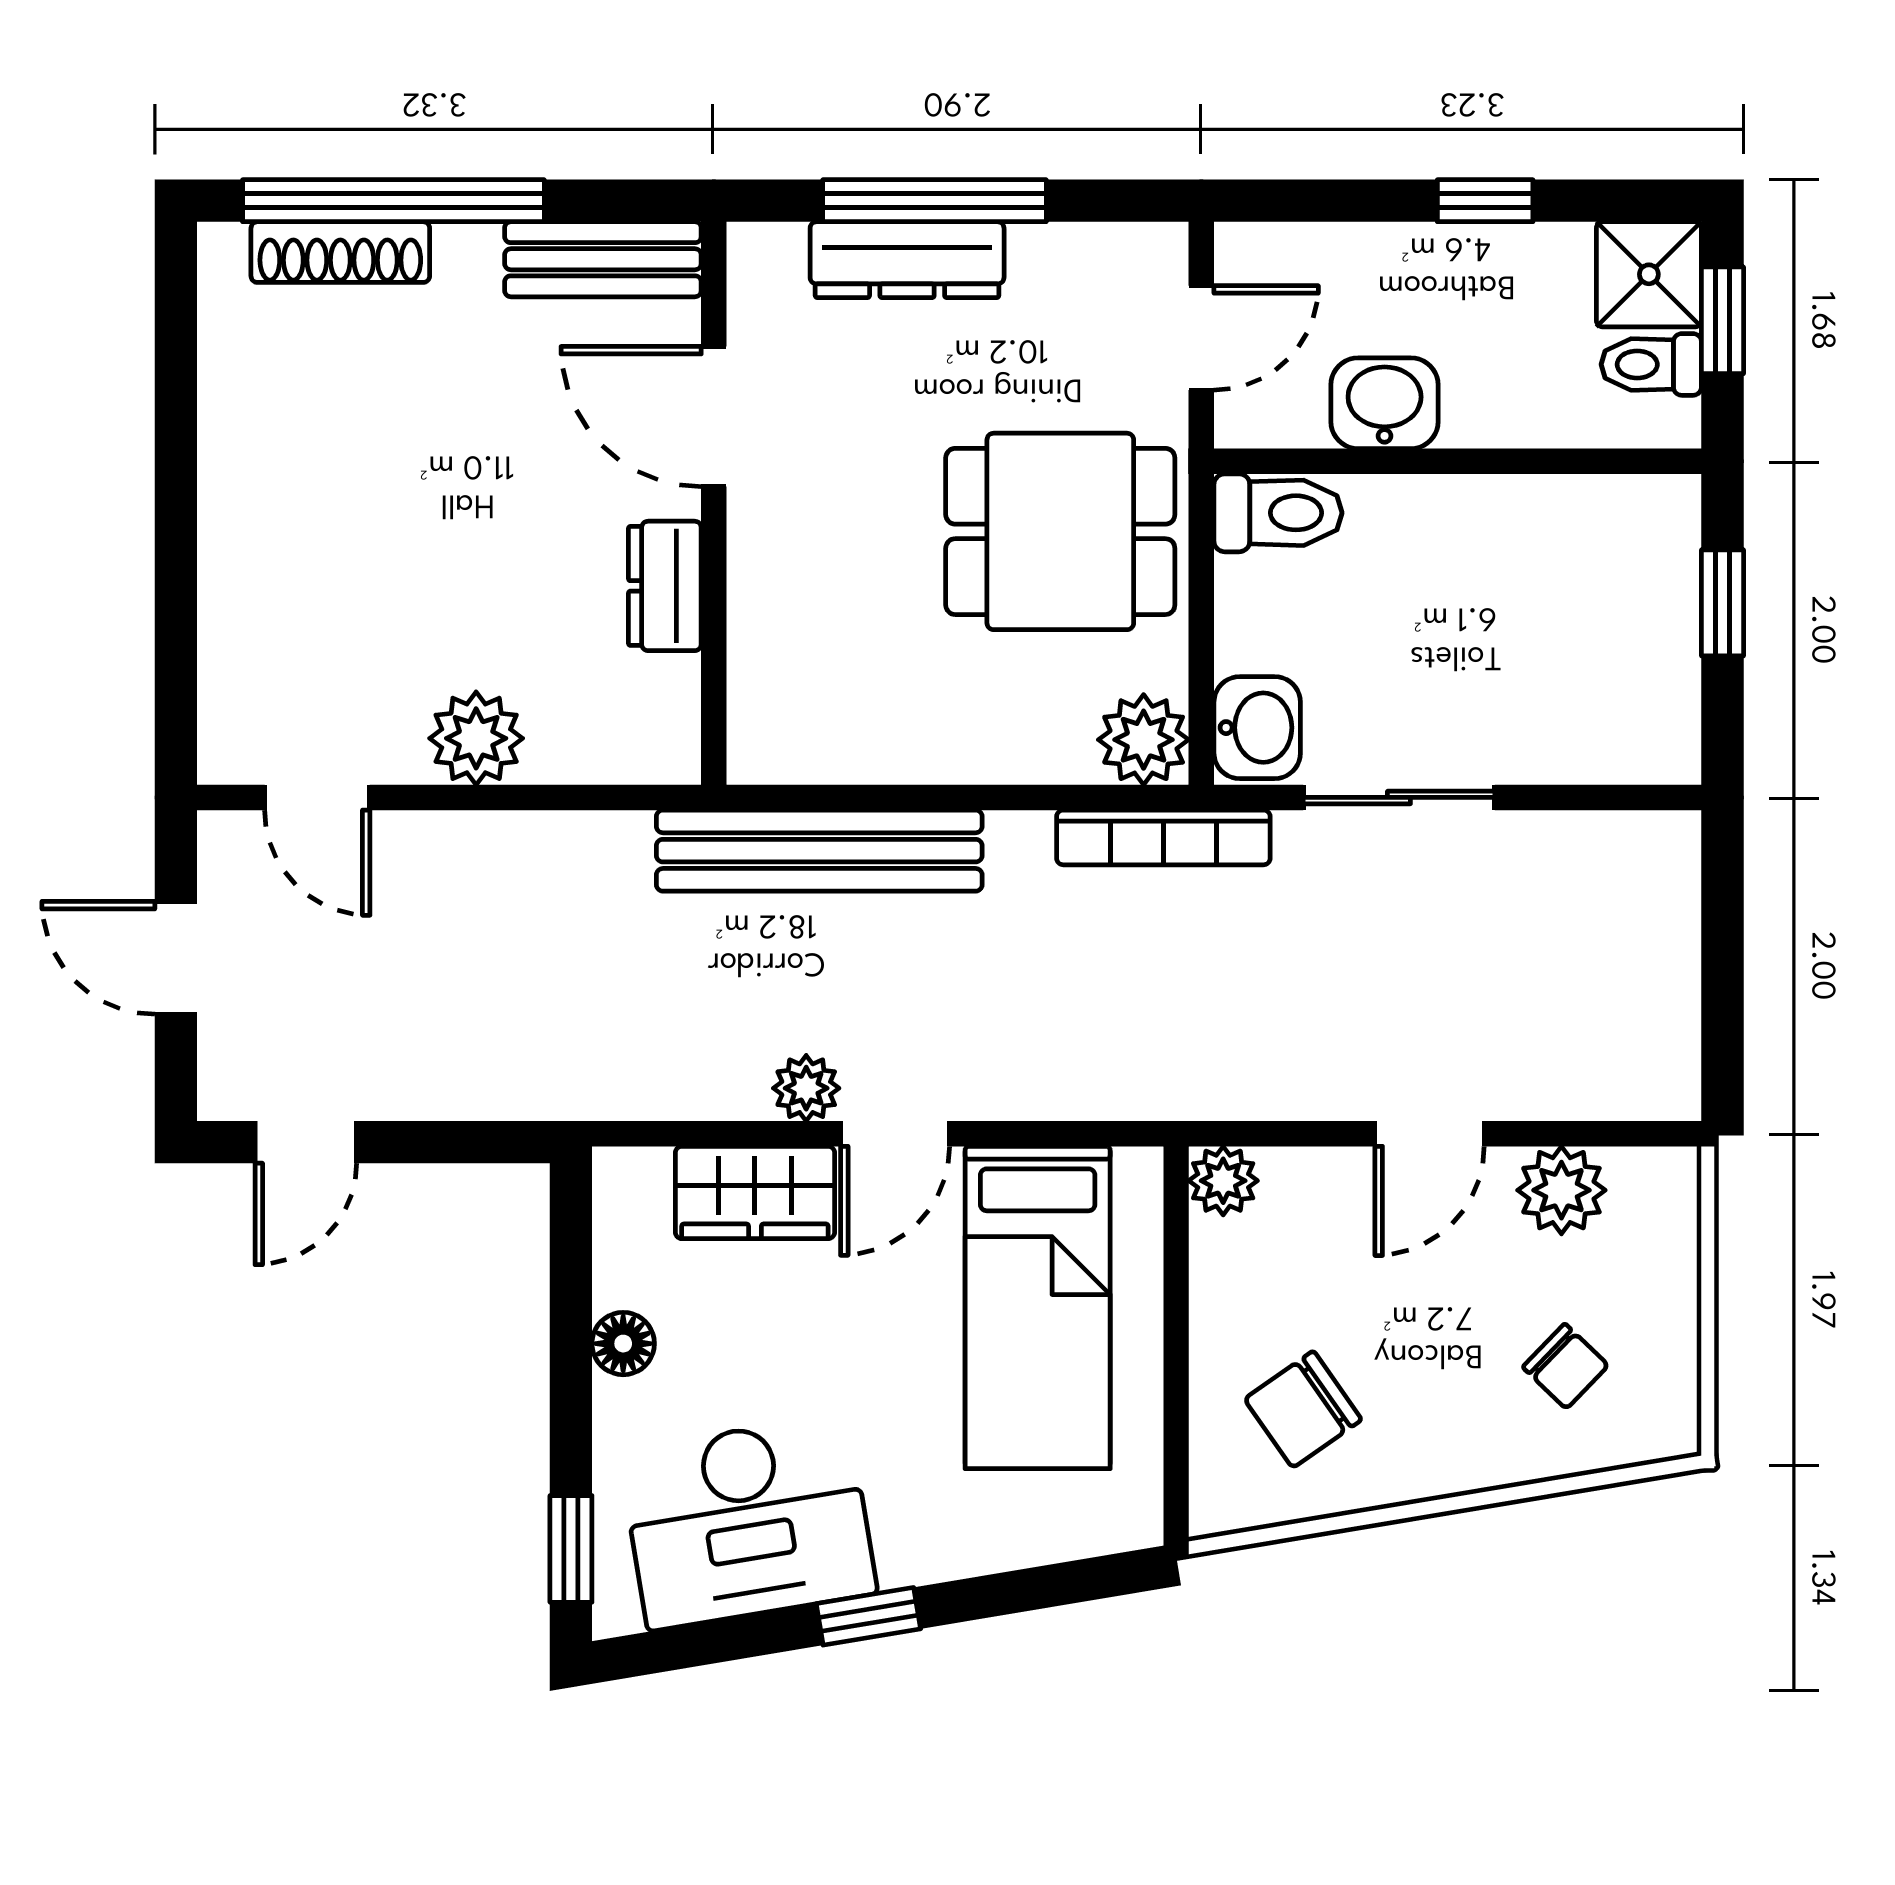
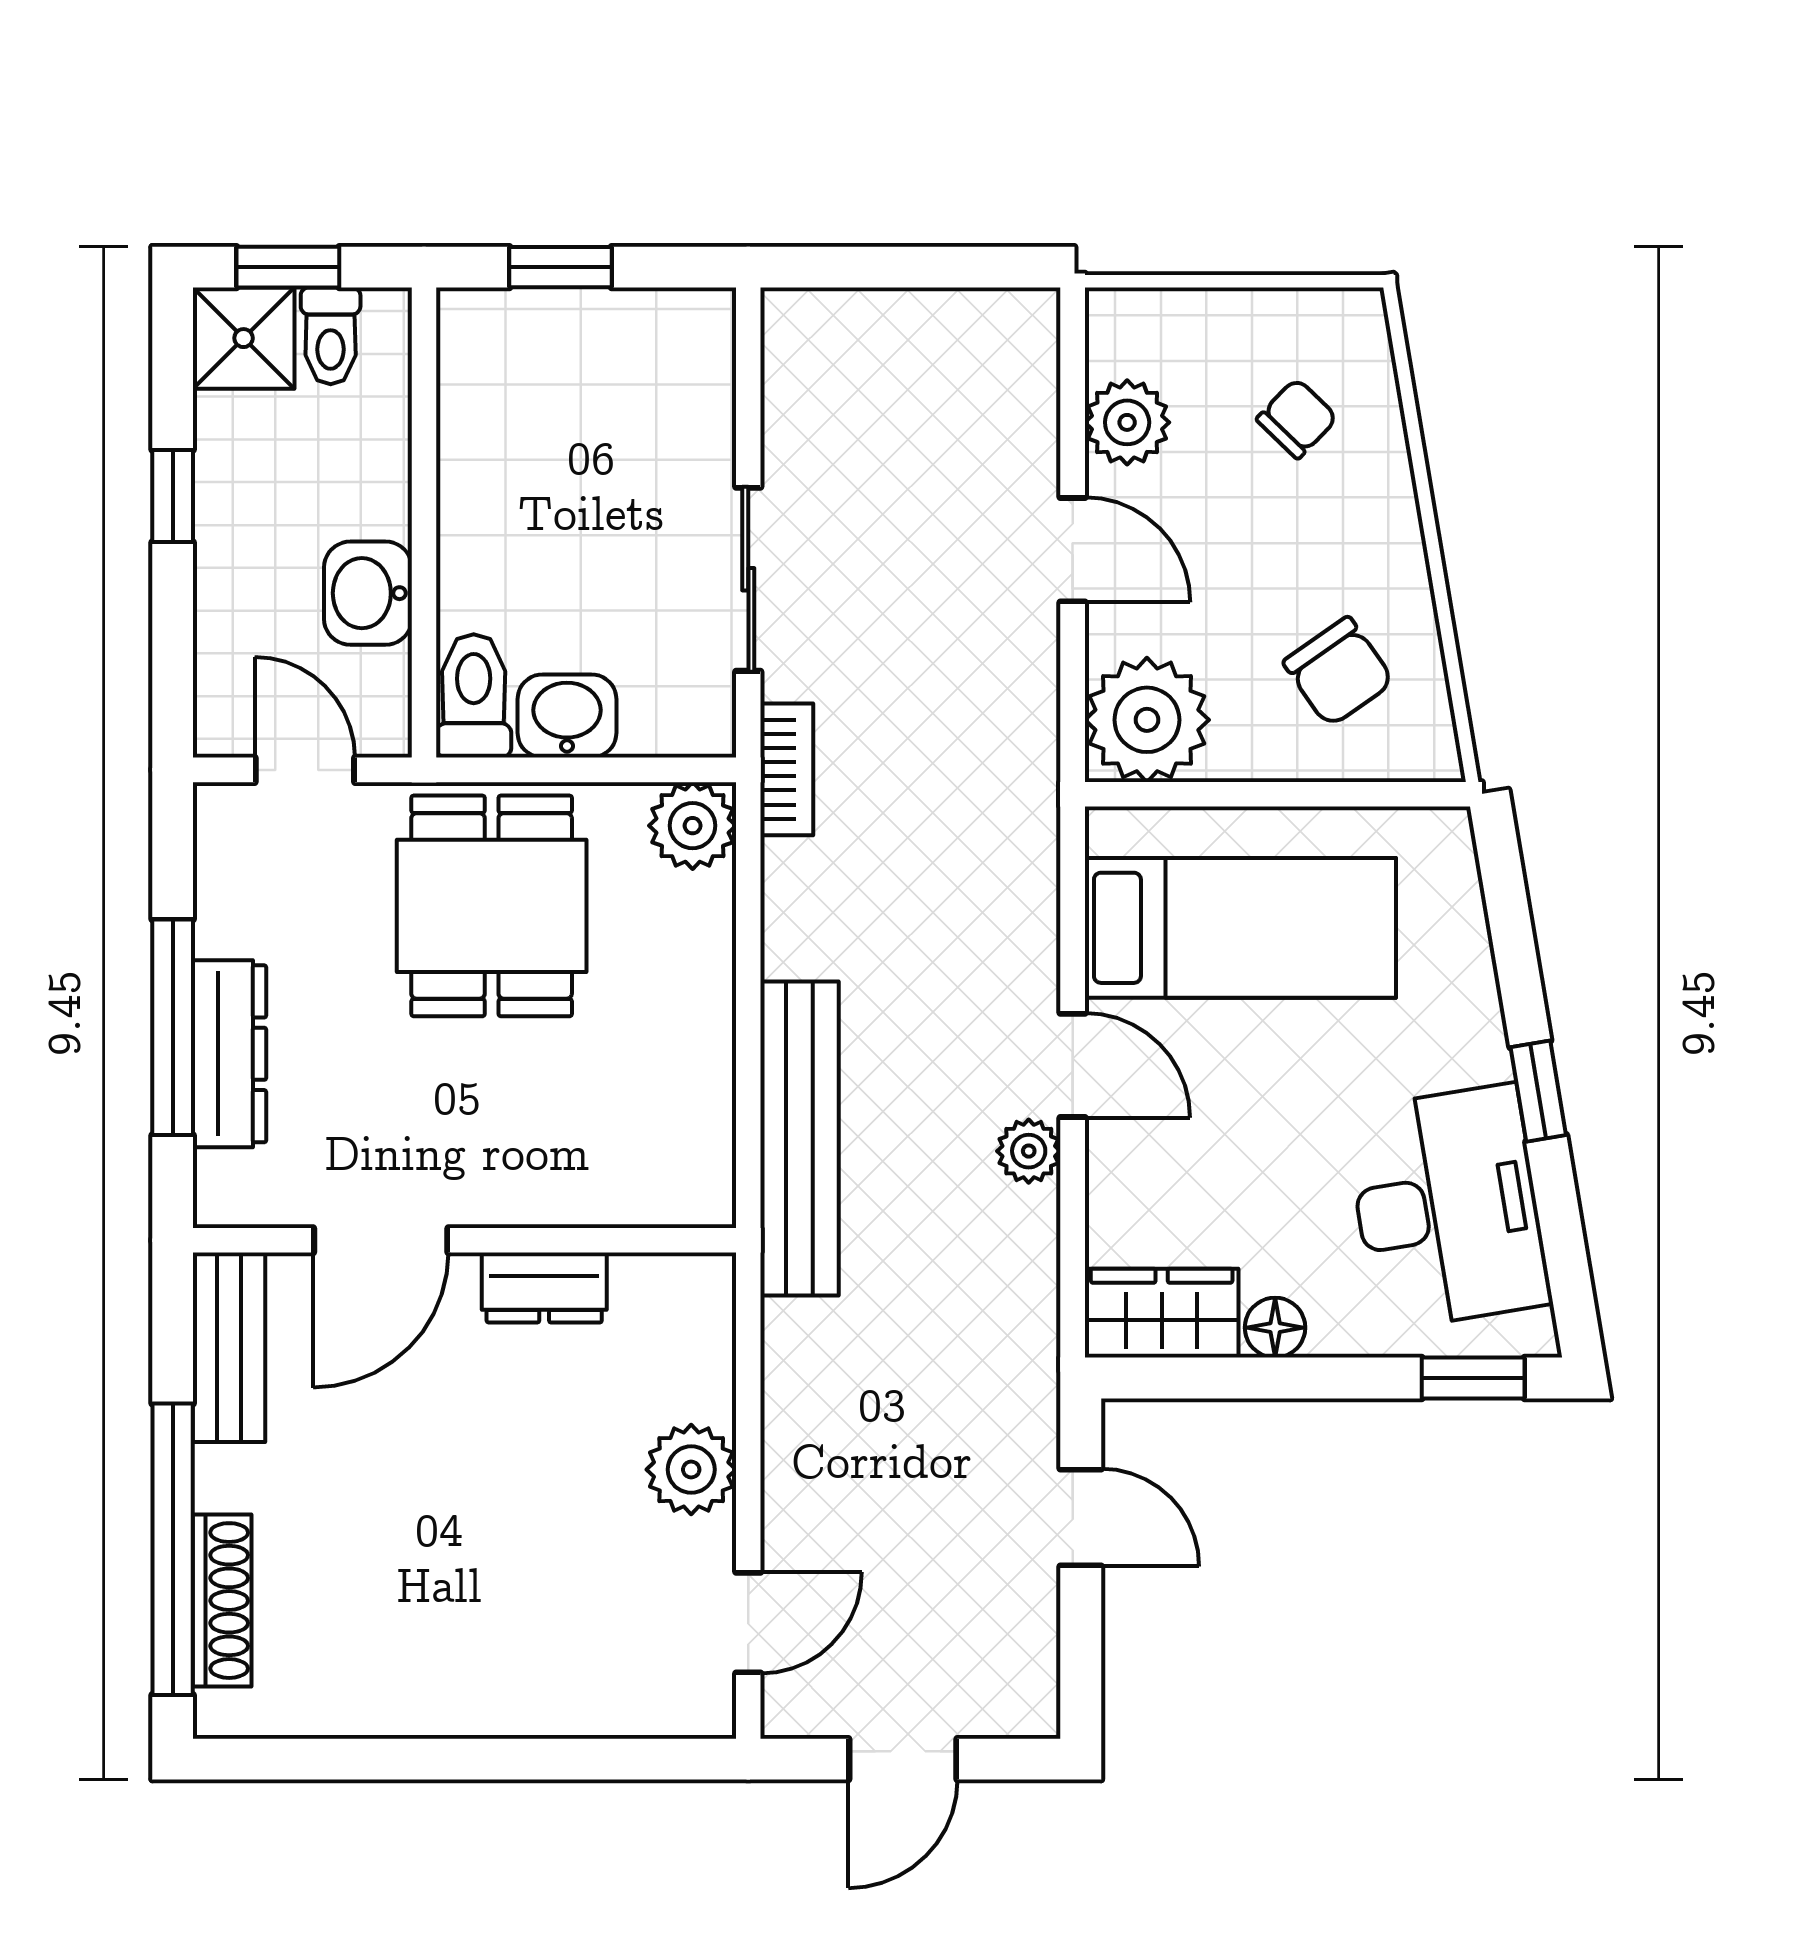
washbasin: (1257, 728) -> (567, 716), moved
bookcase: (1163, 837) -> (787, 769), width x0.64
door: (306, 1142) -> (1081, 1517), moved
plant: (1223, 1181) -> (1147, 720), width x1.88, depth x1.88
wardrobe: (755, 1193) -> (1162, 1313), moved, turned -90

